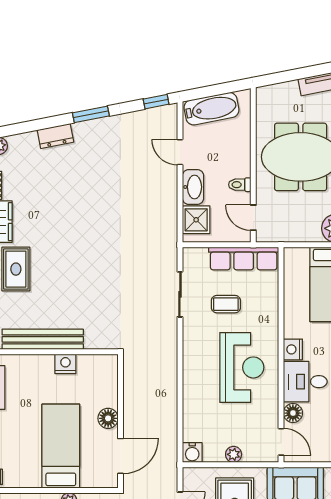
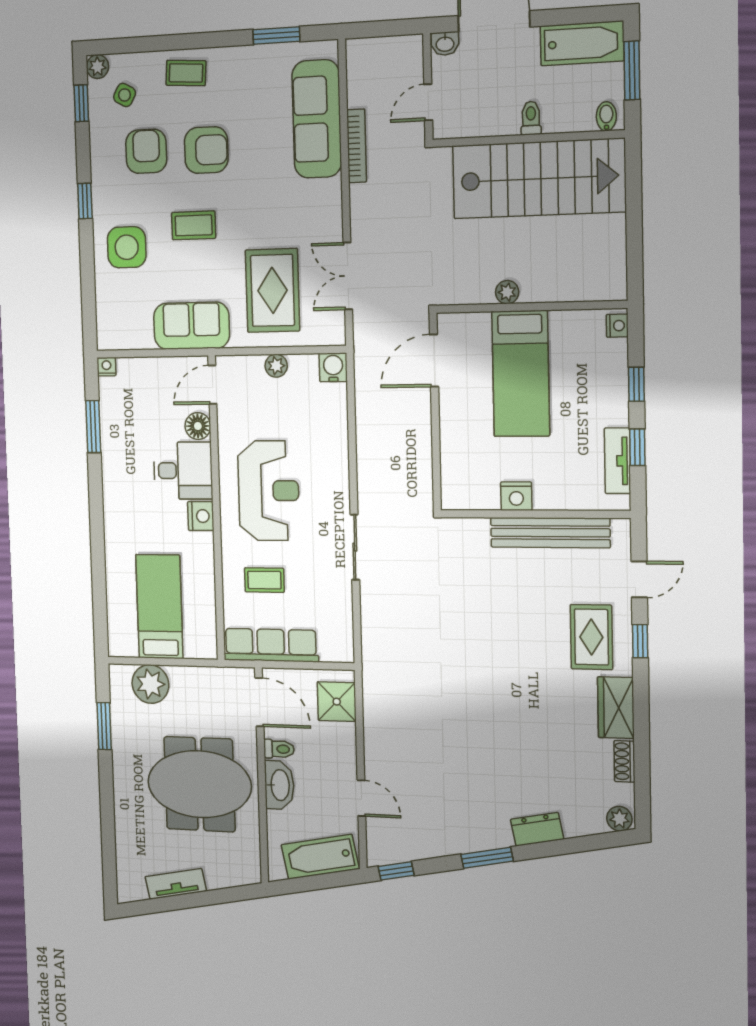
washbasin: (193, 187) -> (279, 785), moved, turned 180
door: (253, 218) -> (259, 702), width x1.38
sliding door: (180, 294) -> (355, 547), moved
coffee table: (226, 304) -> (264, 580), moved
reception desk: (242, 367) -> (268, 491), turned 180
floor lamp: (108, 418) -> (453, 416), removed
door: (281, 442) -> (212, 385), hinge flipped

